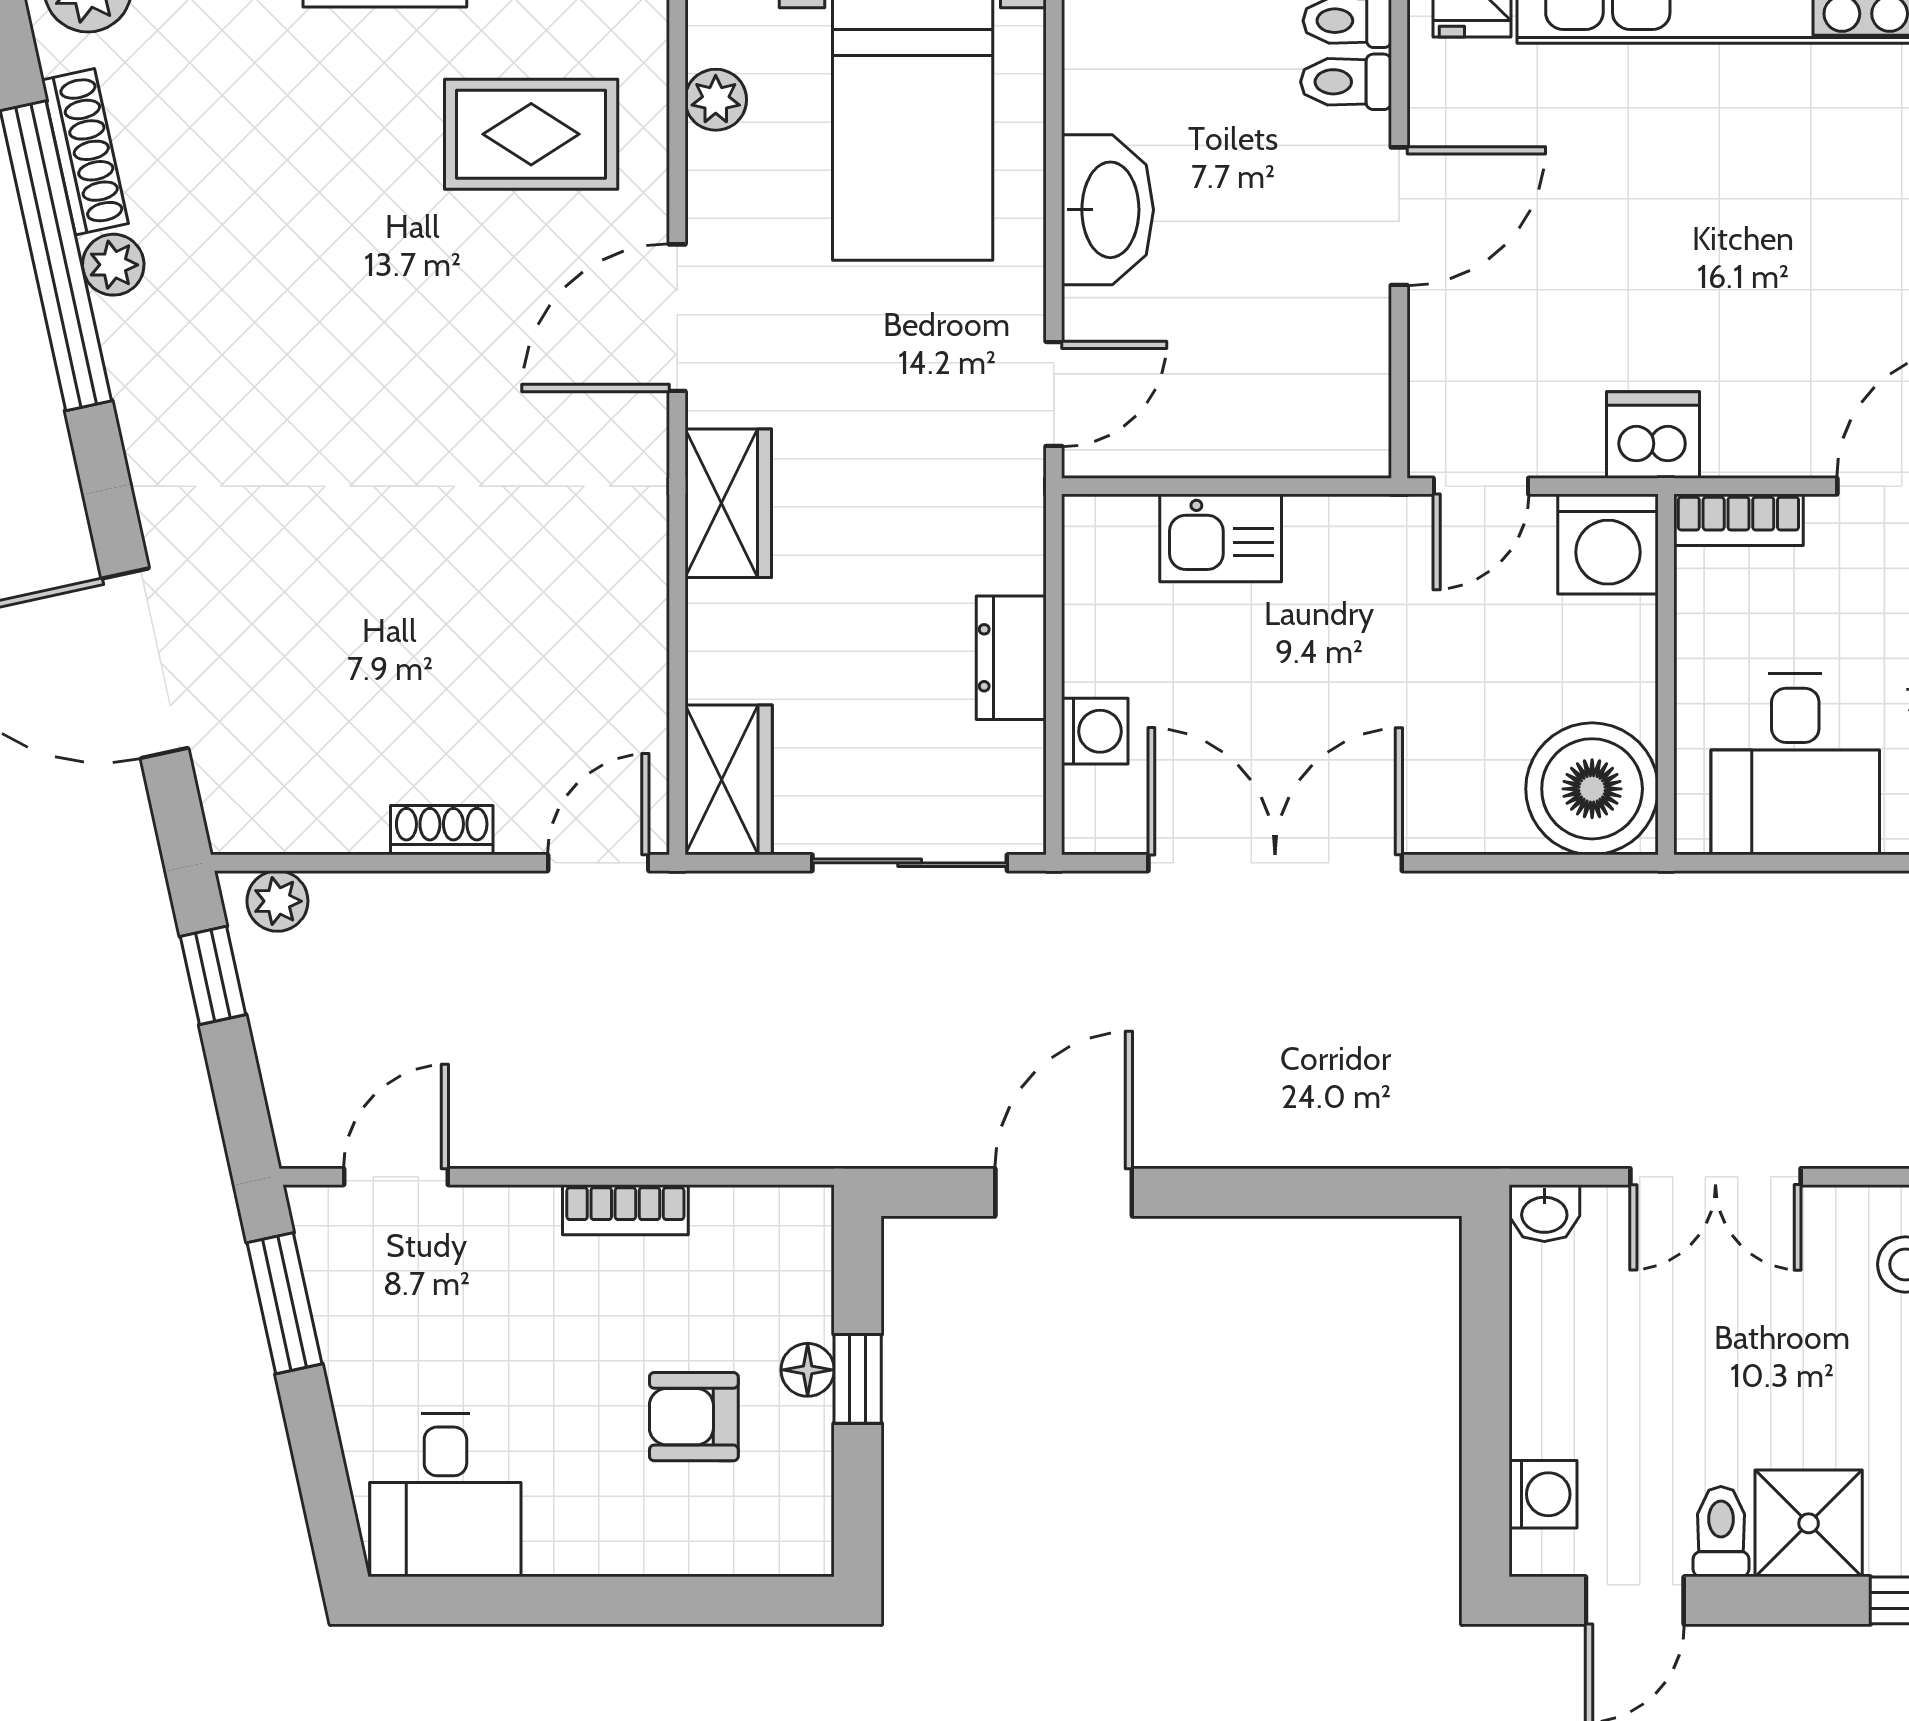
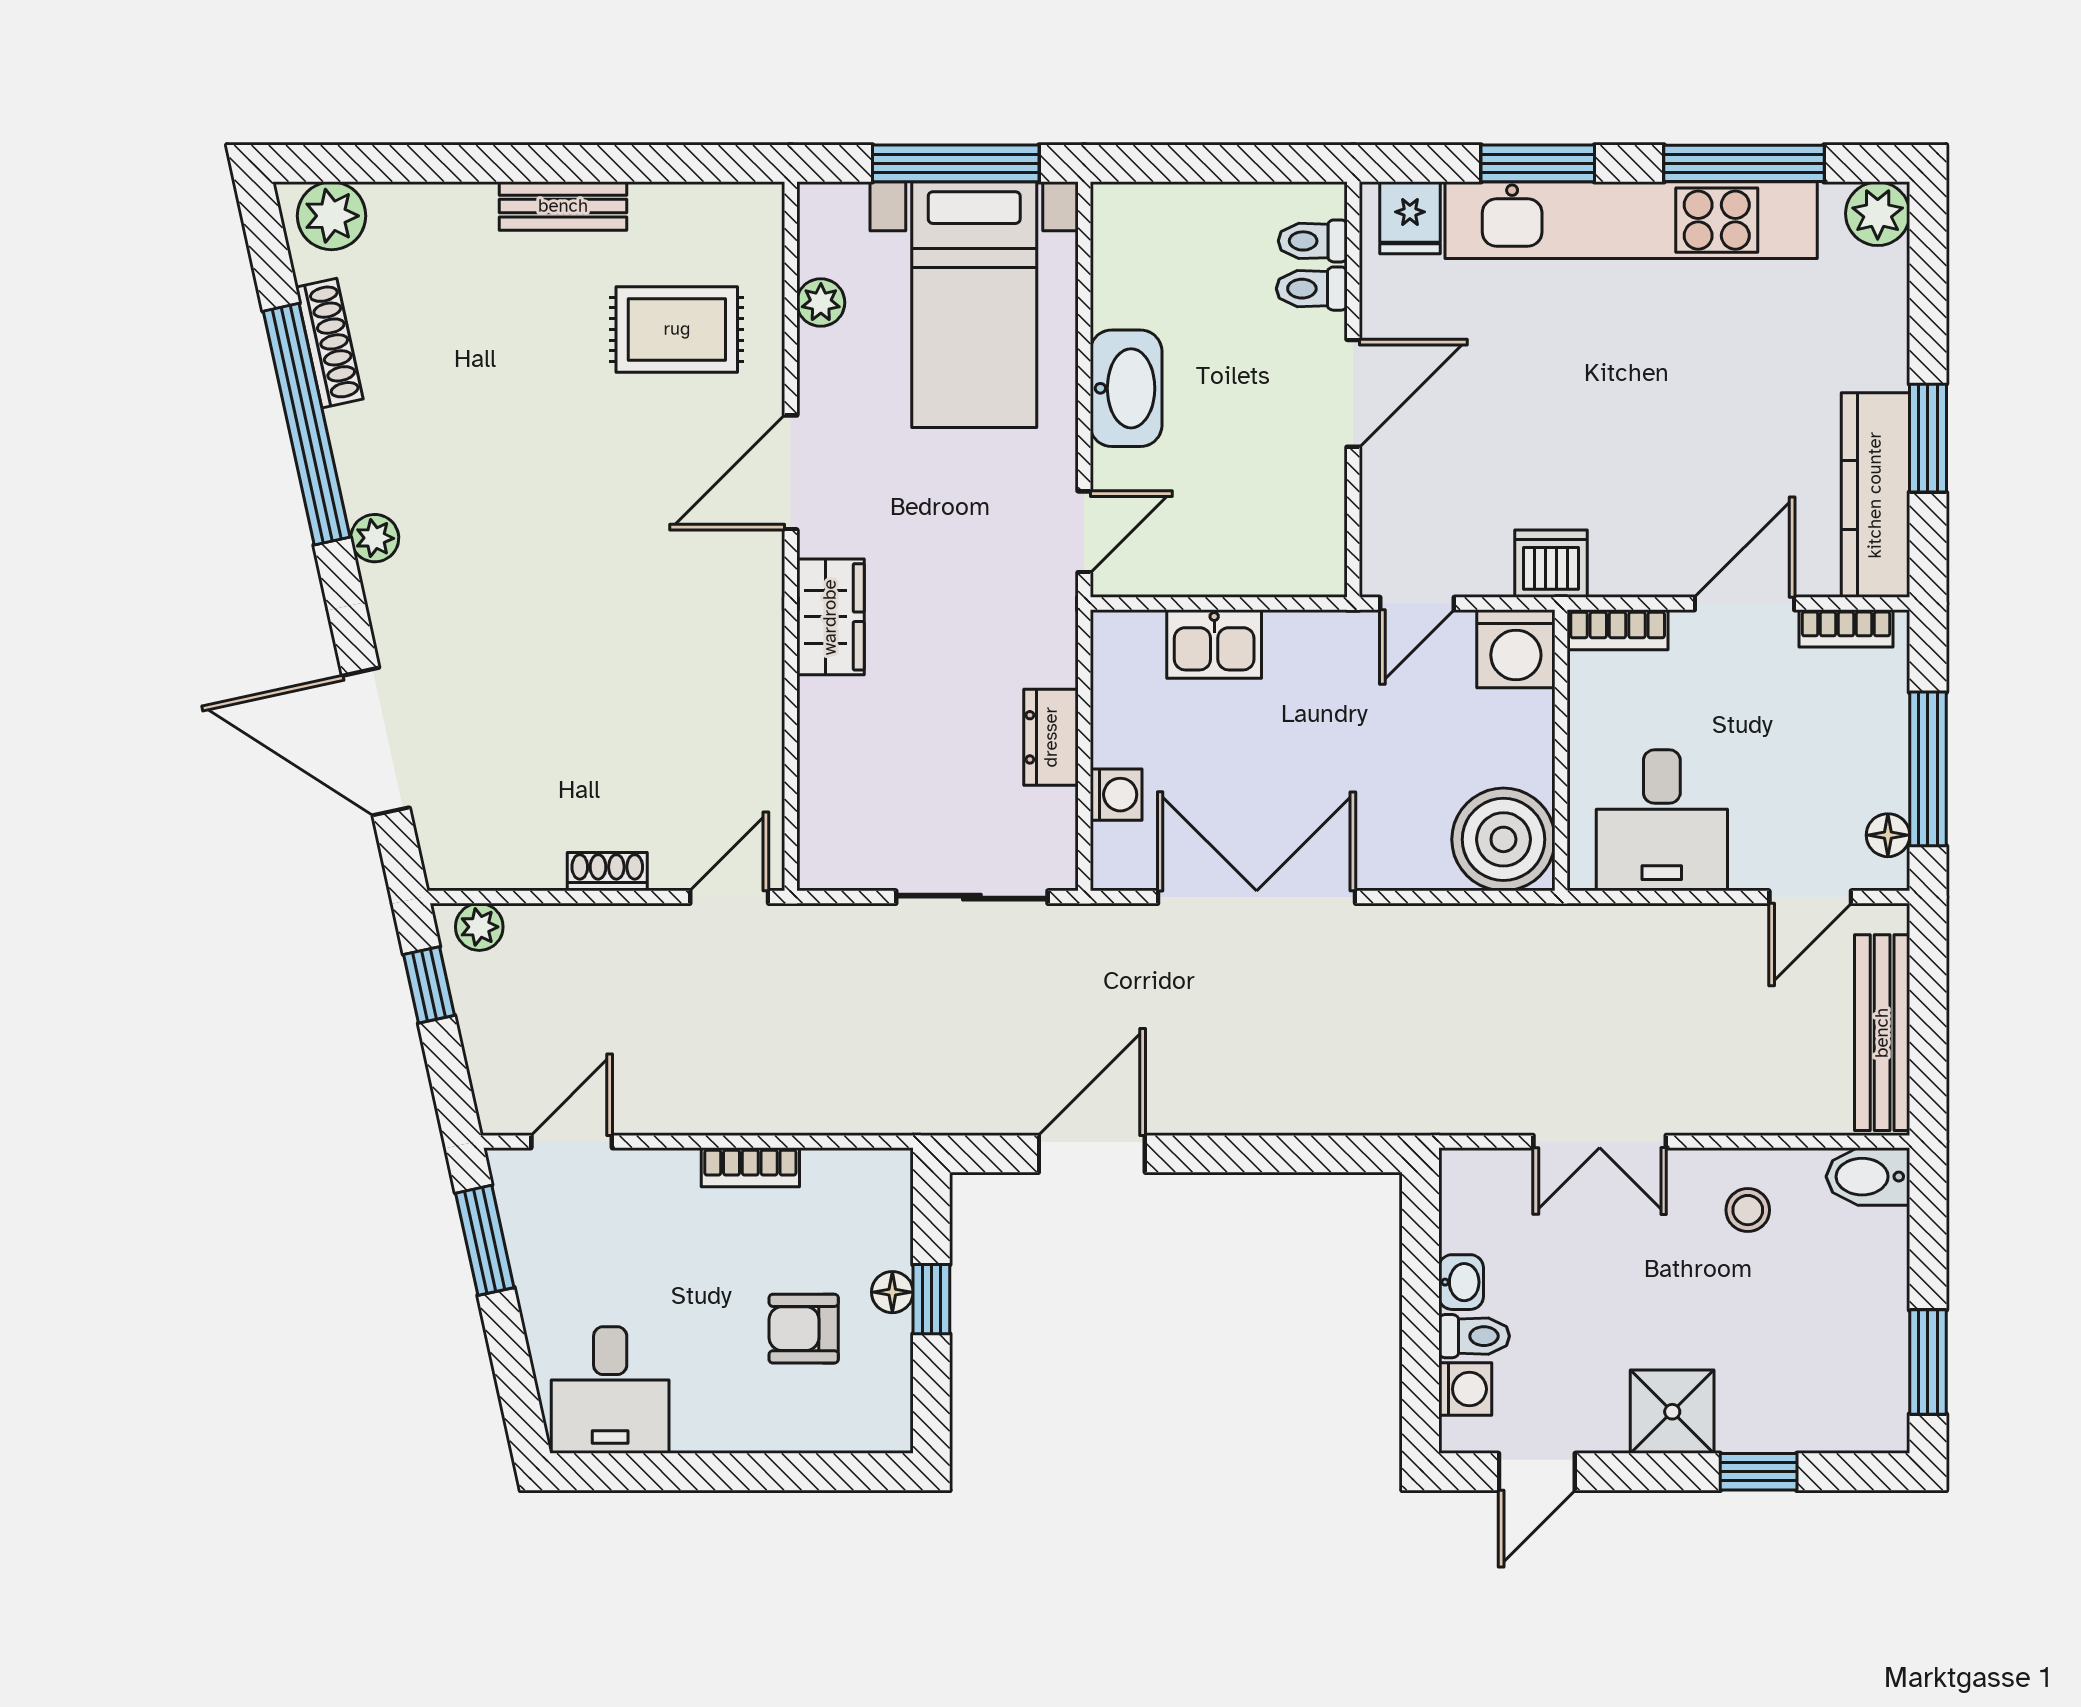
plant: (113, 265) -> (375, 538), moved
wardrobe: (729, 780) -> (831, 833), removed
washbasin: (1544, 1213) -> (1461, 1282), moved, turned -90
toilet: (1721, 1532) -> (1474, 1336), moved, turned 90

